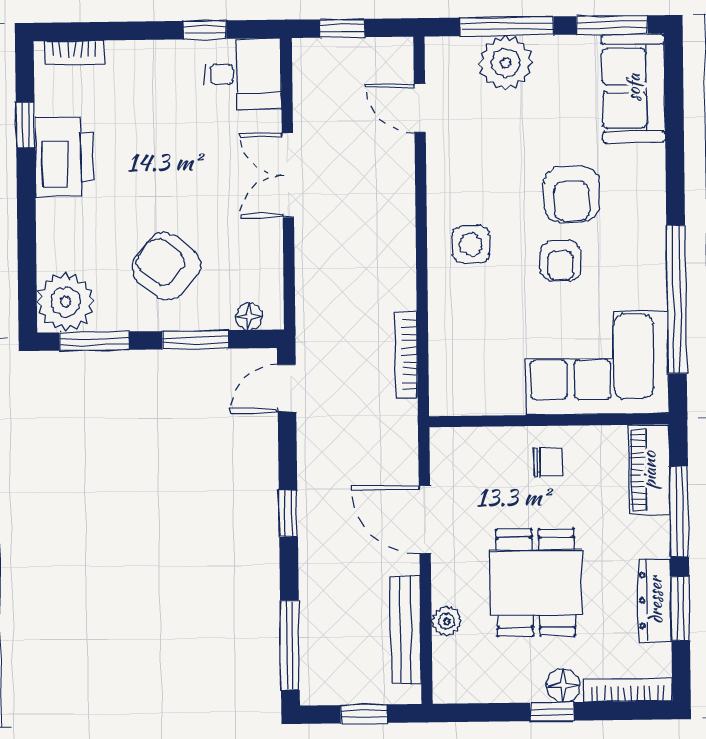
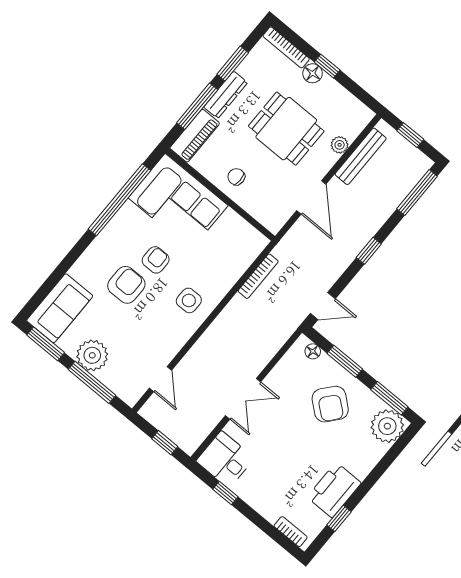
plant: (506, 63) -> (92, 355), moved
dining table: (536, 582) -> (286, 129), turned 90
dresser: (655, 600) -> (226, 95), moved

